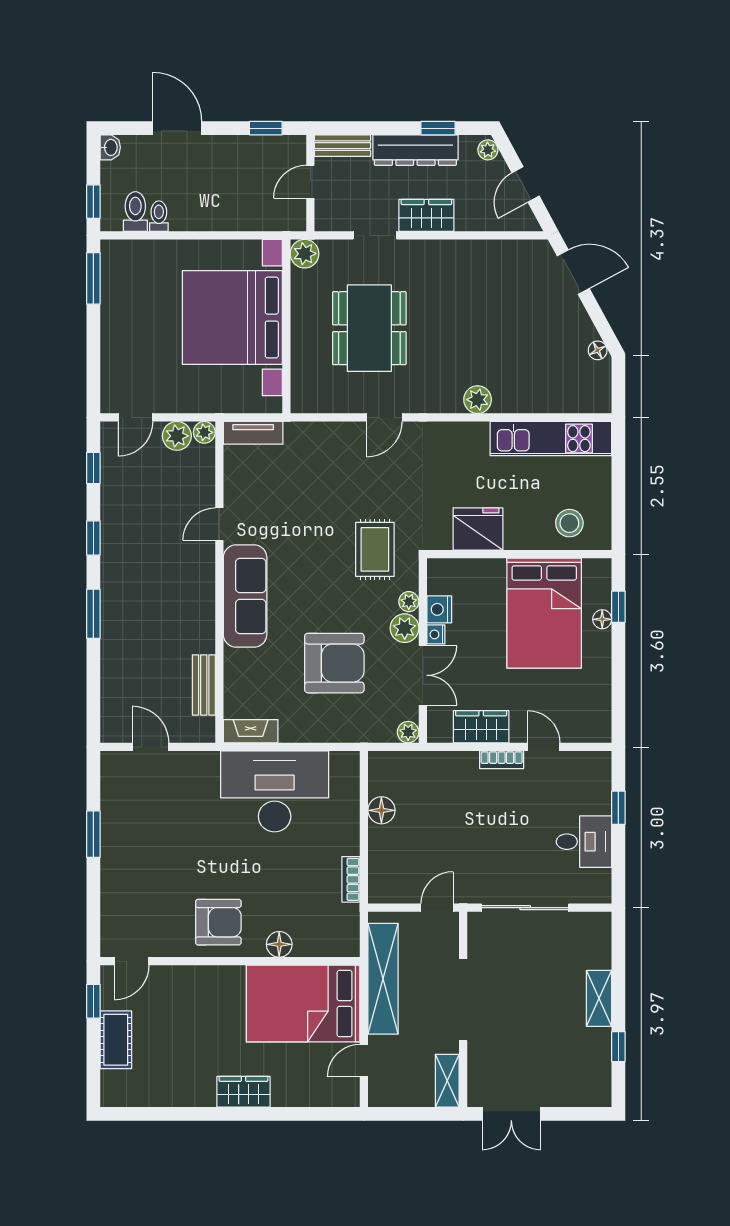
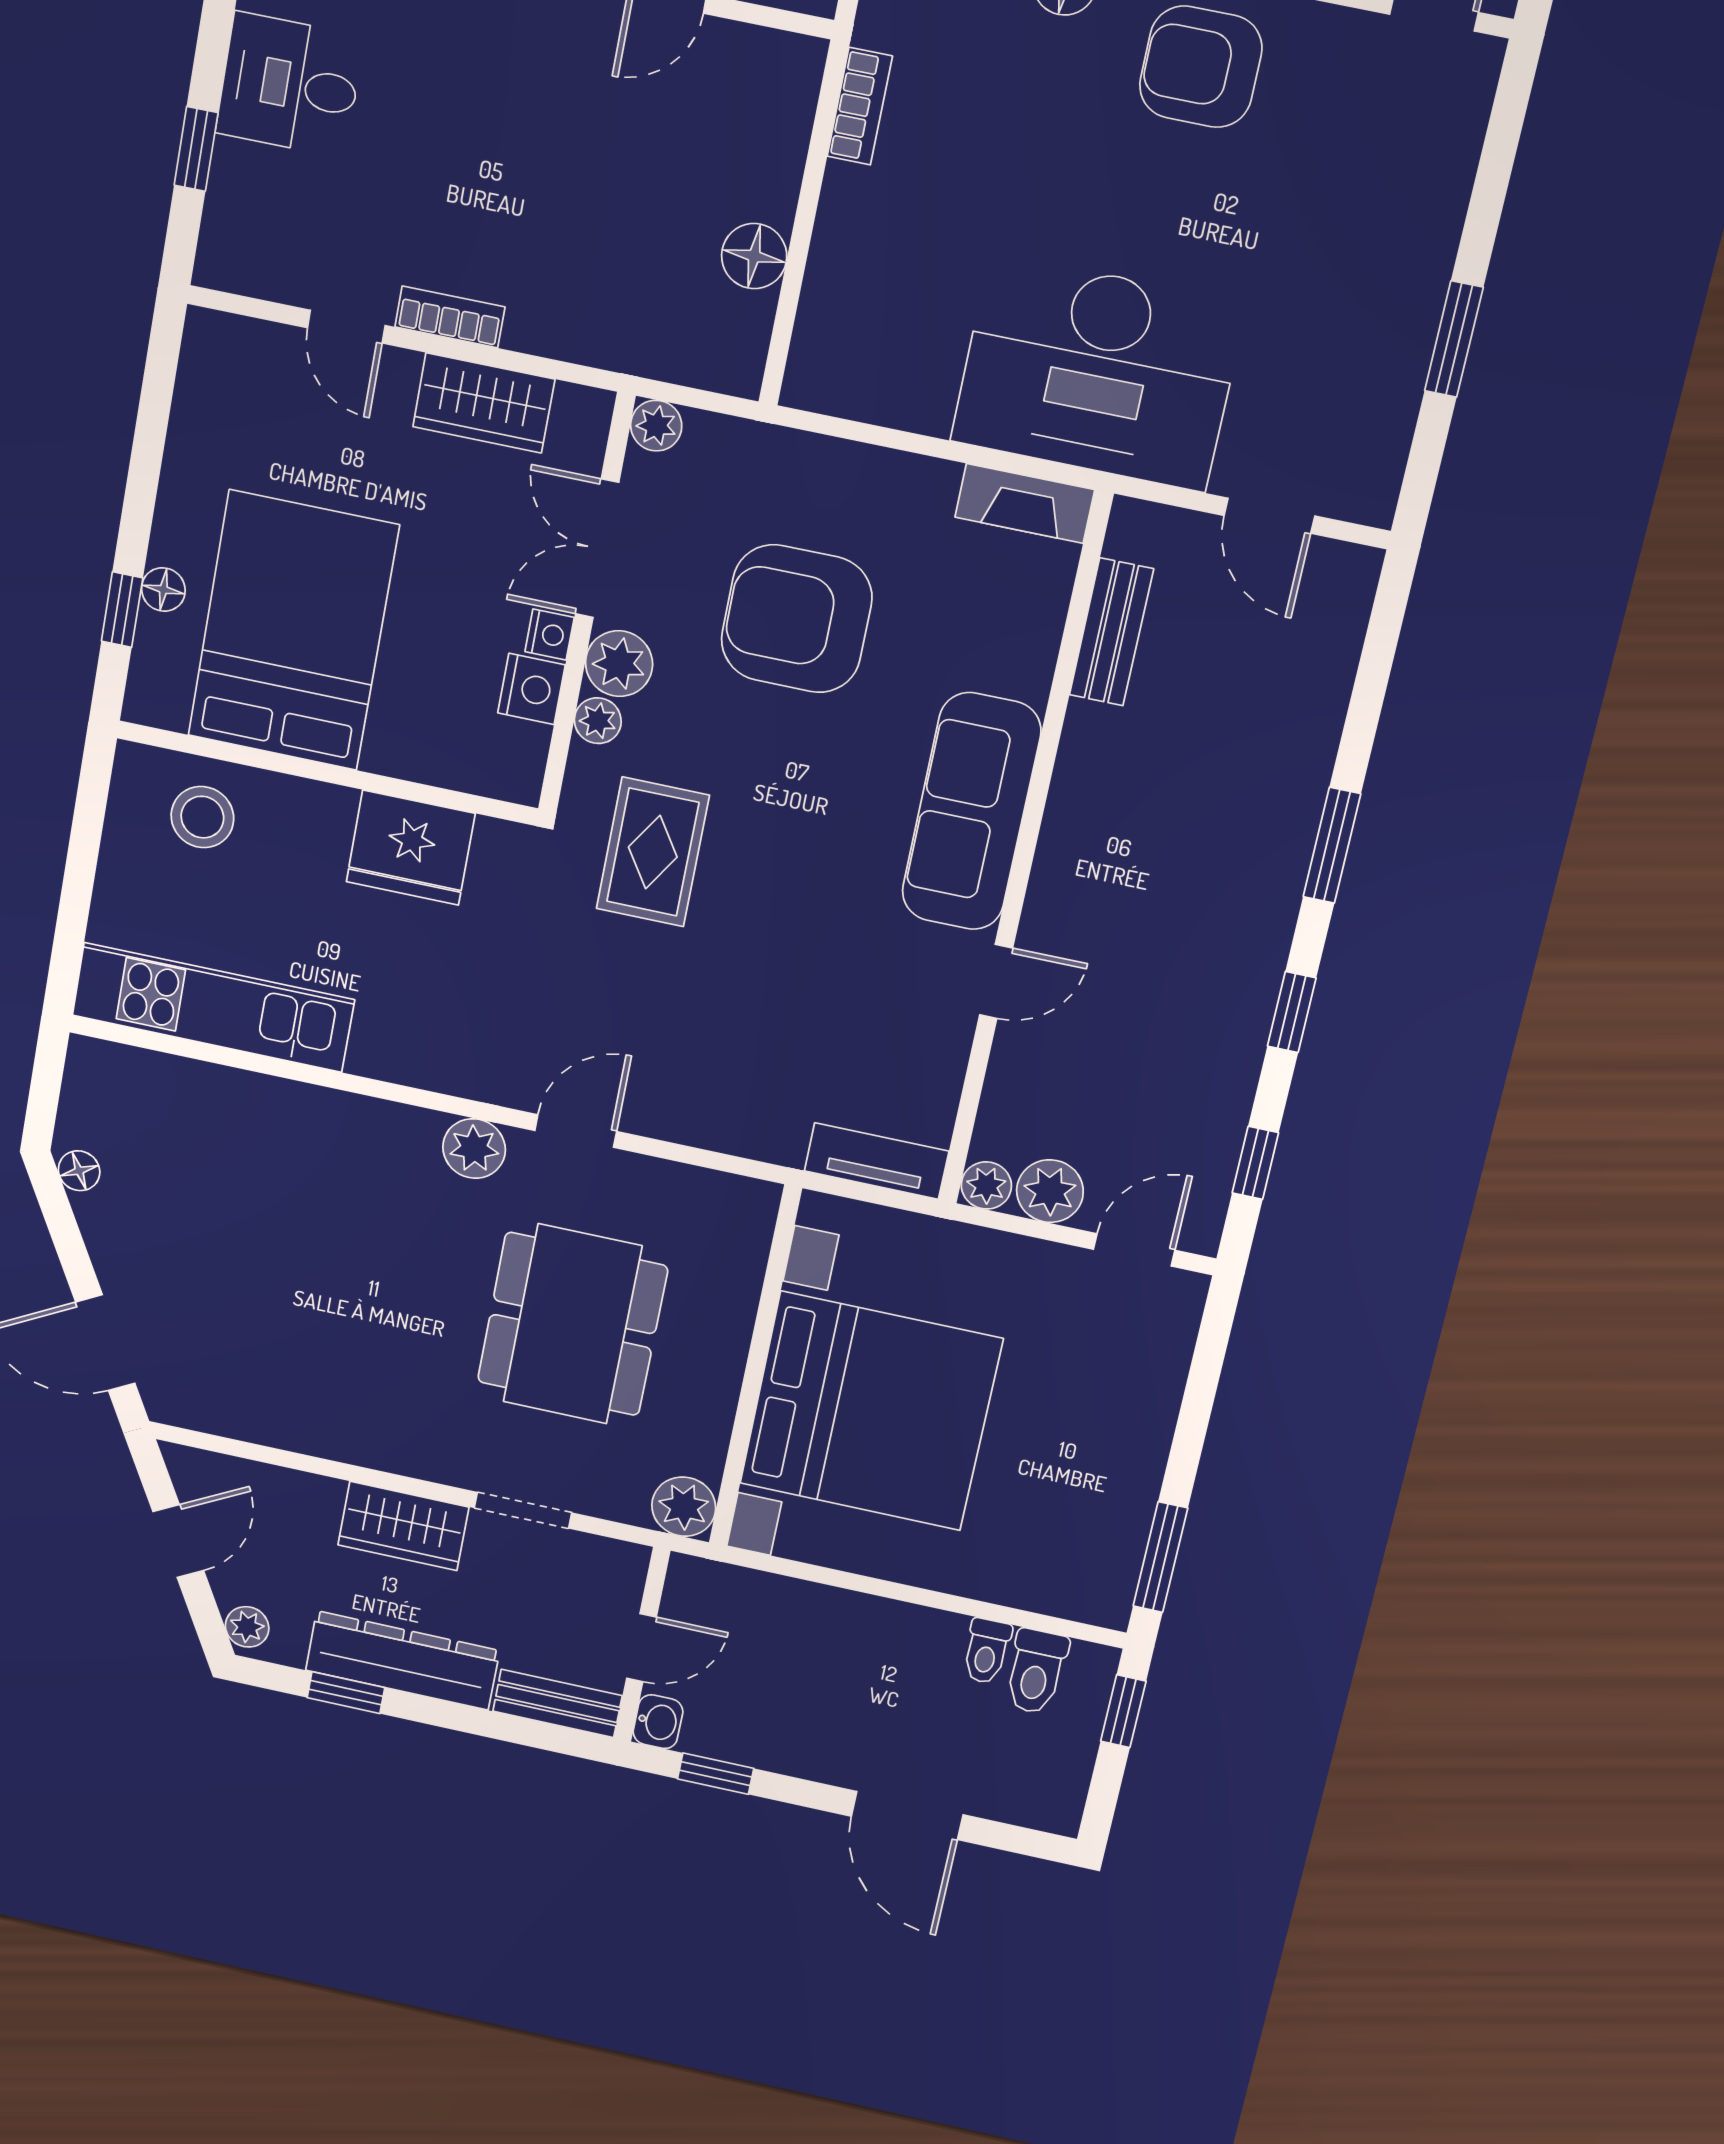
washbasin: (110, 147) -> (658, 1722), moved, turned 180
plant: (478, 400) -> (474, 1148), moved
desk: (275, 791) -> (1098, 372), moved

